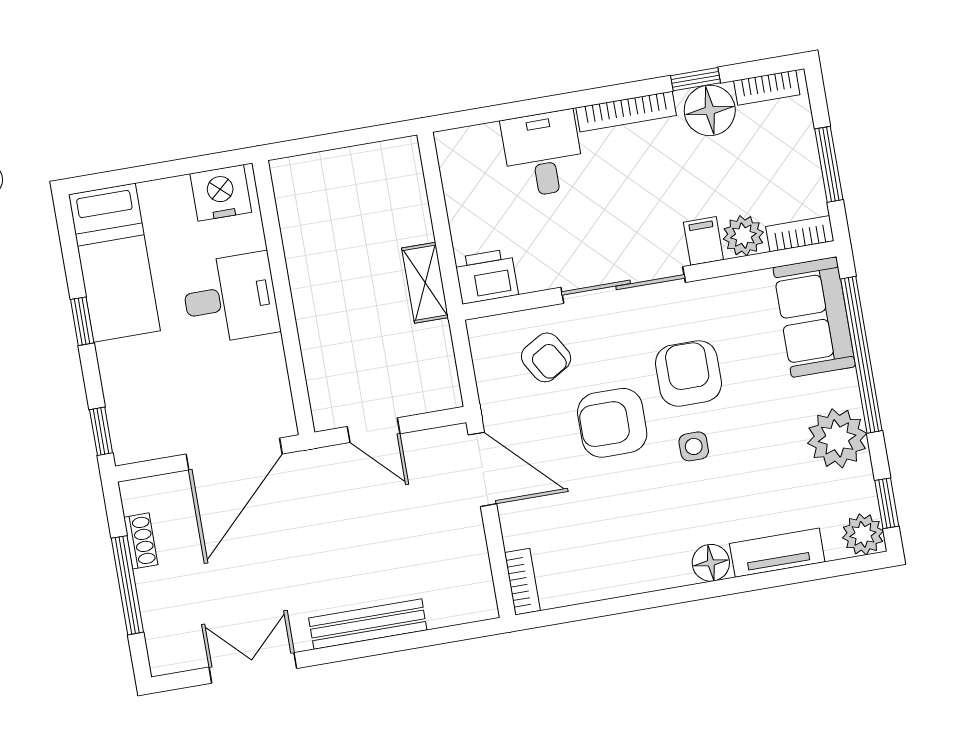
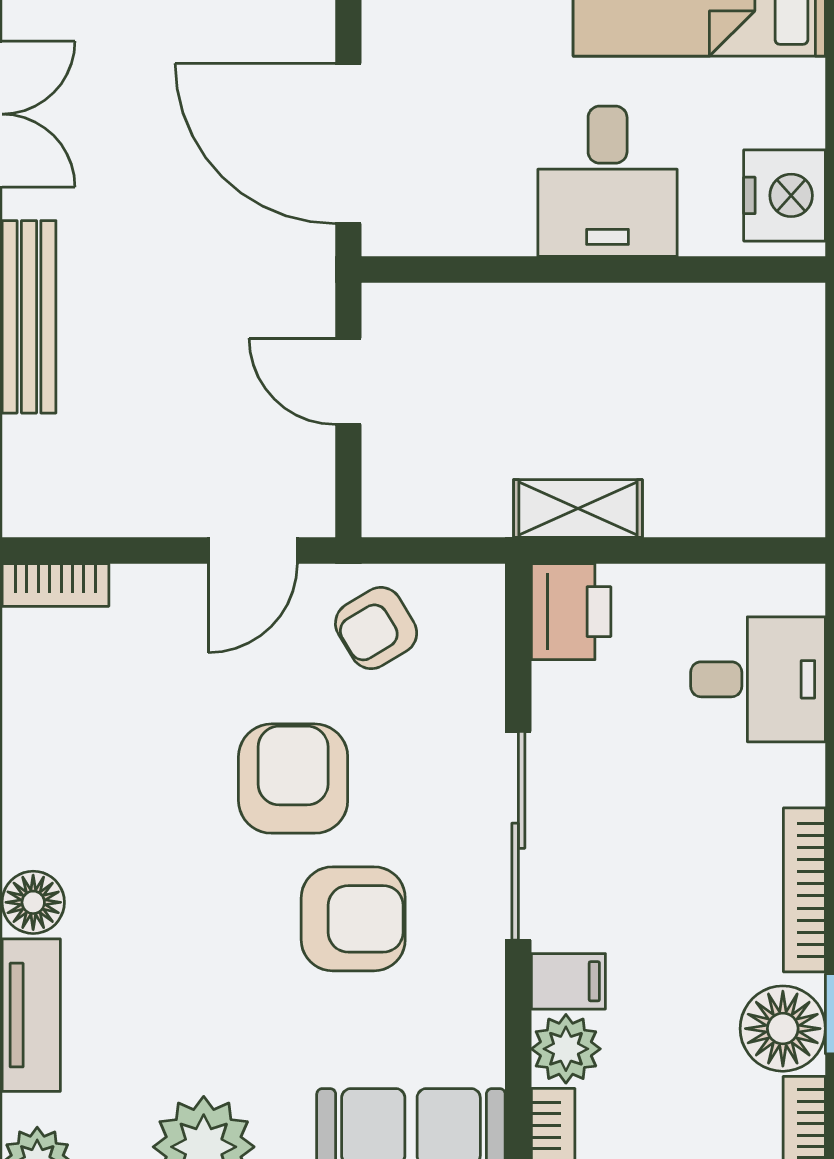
desk: (543, 154) -> (758, 679), moved
armchair: (546, 357) -> (376, 628), moved
door: (374, 430) -> (348, 381), hinge flipped
side table: (694, 446) -> (231, 907), removed
door: (482, 469) -> (253, 550), width x0.73

